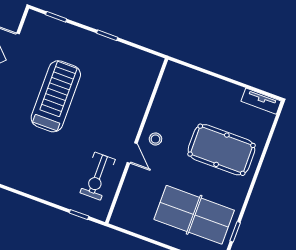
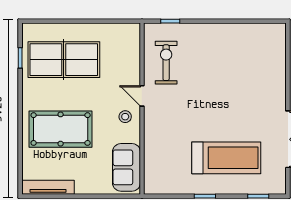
sofa: (172, 90) -> (126, 167), added
treadmill: (56, 96) -> (226, 158), moved, turned -90
tv unit: (261, 101) -> (48, 187), width x1.41

